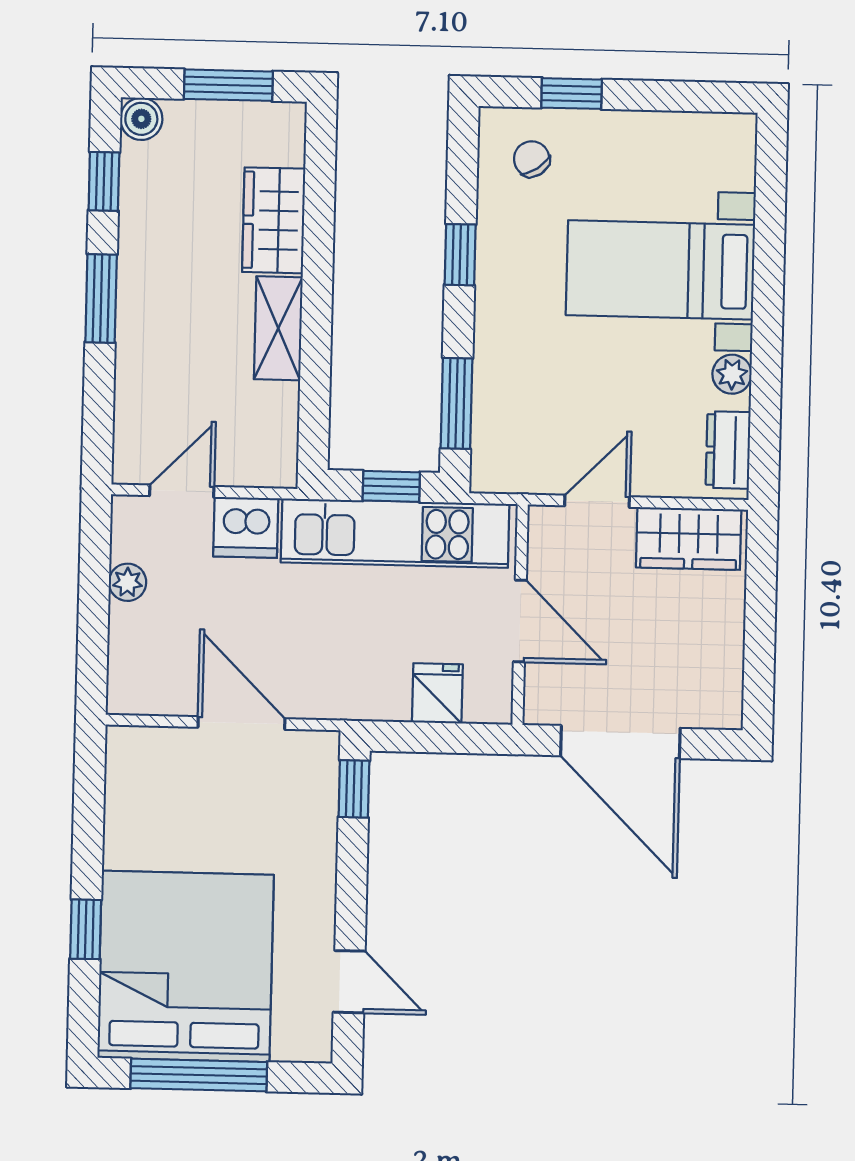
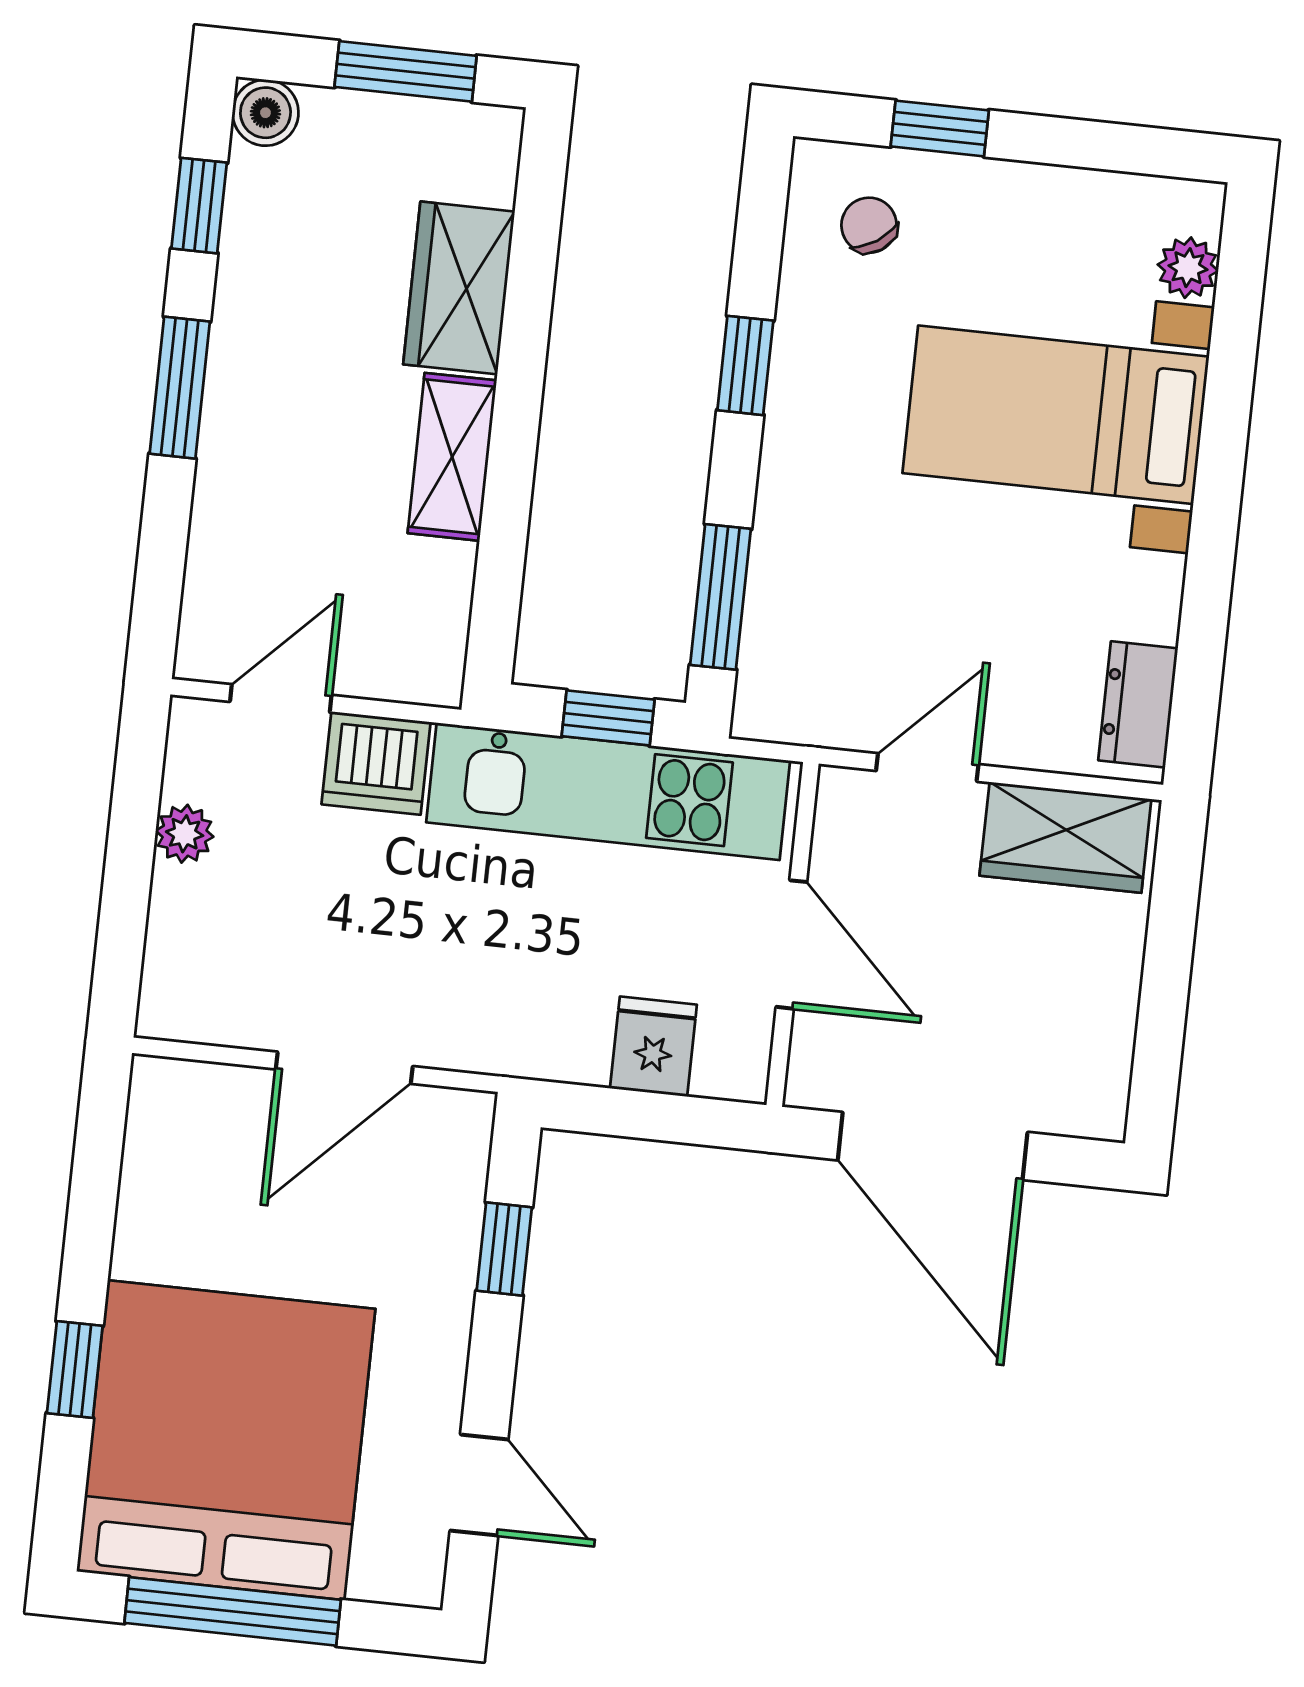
plant: (732, 374) -> (1188, 268), moved
door: (241, 723) -> (344, 1068), swing flipped
window: (354, 789) -> (504, 1249), moved

